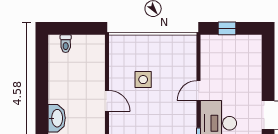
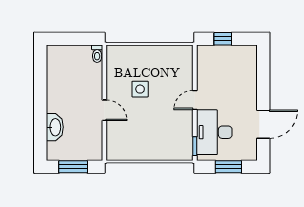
toilet: (66, 44) -> (97, 54), moved

